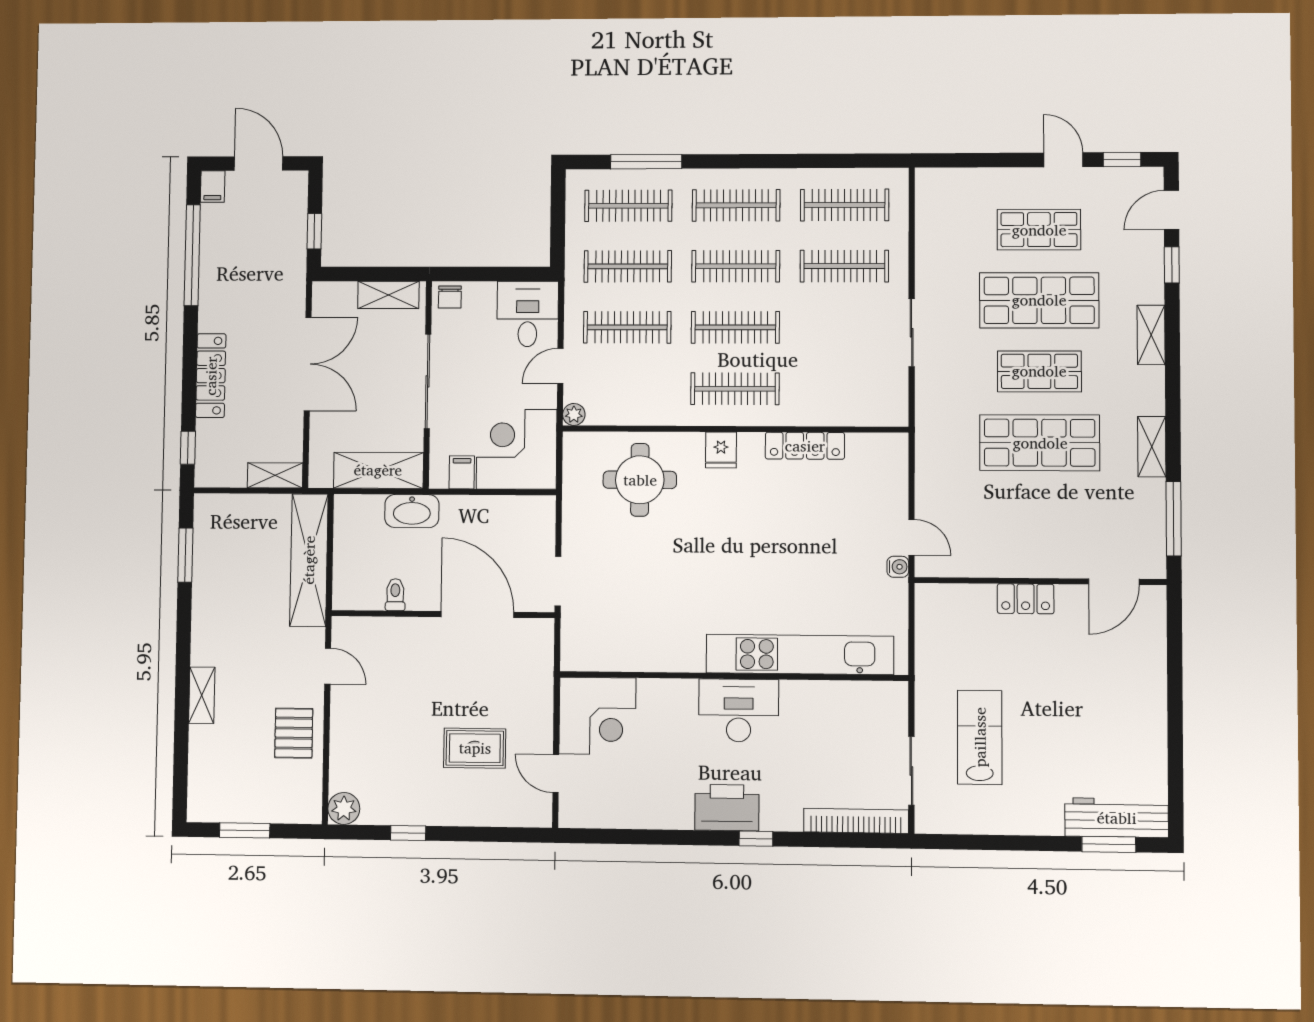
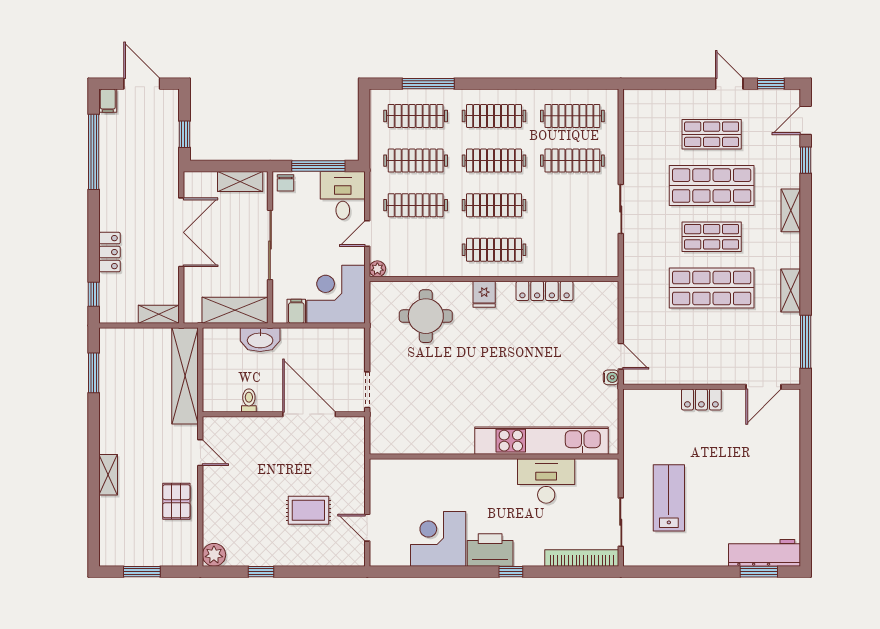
window: (495, 274) -> (318, 166), added
locker: (211, 376) -> (110, 252), width x0.66
desk: (739, 710) -> (546, 481), moved
corner desk: (597, 716) -> (438, 539), moved, turned 180

